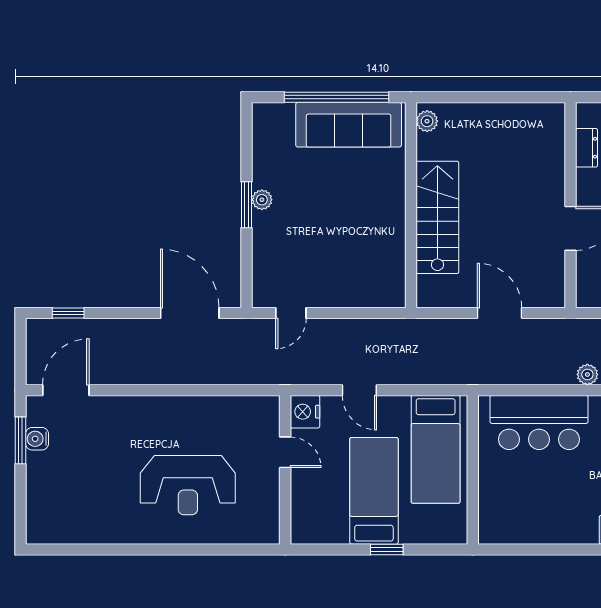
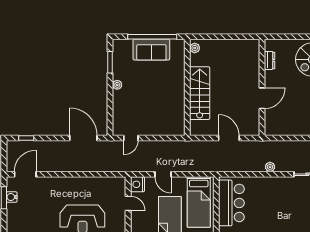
sofa: (349, 125) -> (151, 50), width x0.73
window: (247, 205) -> (110, 62), moved
bar counter: (539, 422) -> (231, 203), moved, turned -90

